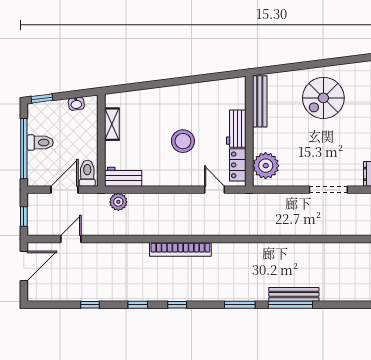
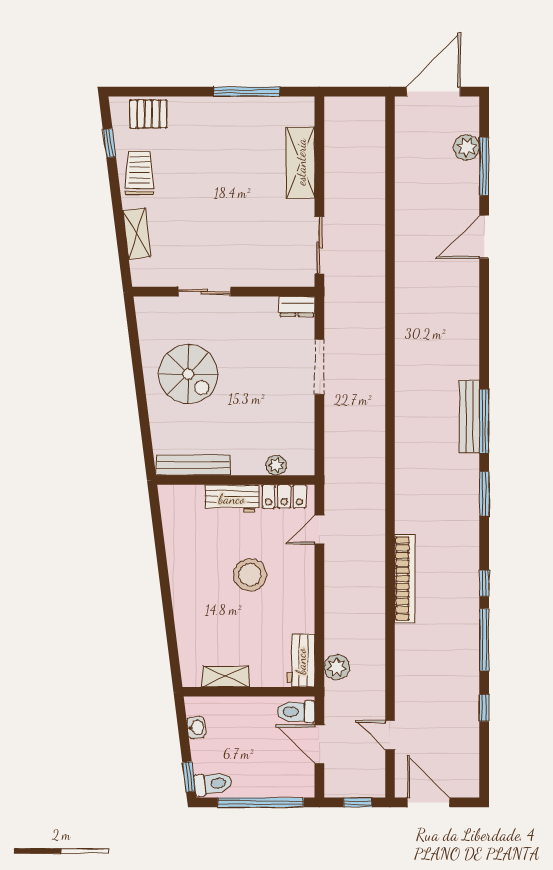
toilet: (40, 143) -> (213, 784), moved, turned 83
plant: (266, 166) -> (276, 465), width x0.53, depth x0.53
window: (138, 305) -> (484, 640), width x2.17

